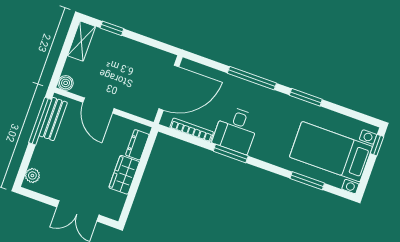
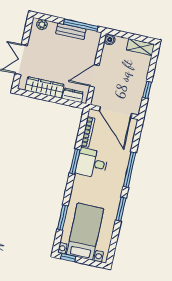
window: (112, 28) -> (147, 90), moved
door: (98, 105) -> (94, 76), moved
bench: (53, 119) -> (71, 31), moved
window: (377, 145) -> (68, 258), moved
wardrobe: (124, 175) -> (44, 87), width x1.50

